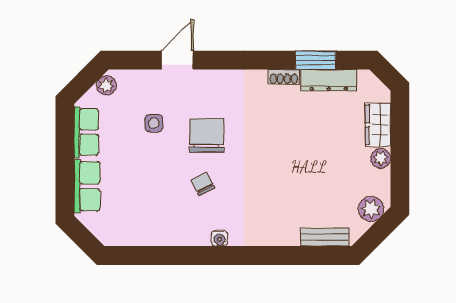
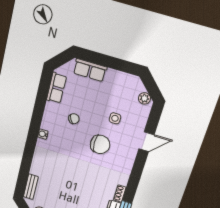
door: (177, 60) -> (146, 142), hinge flipped
row of seats: (86, 132) -> (56, 88), moved, turned -90
chair: (203, 184) -> (74, 119), moved

